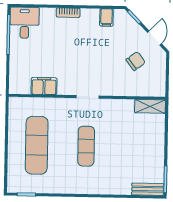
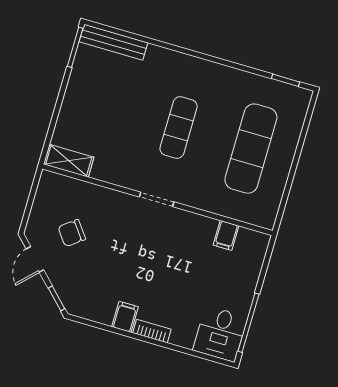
filing cabinet: (106, 17) -> (125, 317), moved
filing cabinet: (44, 86) -> (226, 235), width x0.50
bench: (148, 189) -> (113, 42), width x1.36

